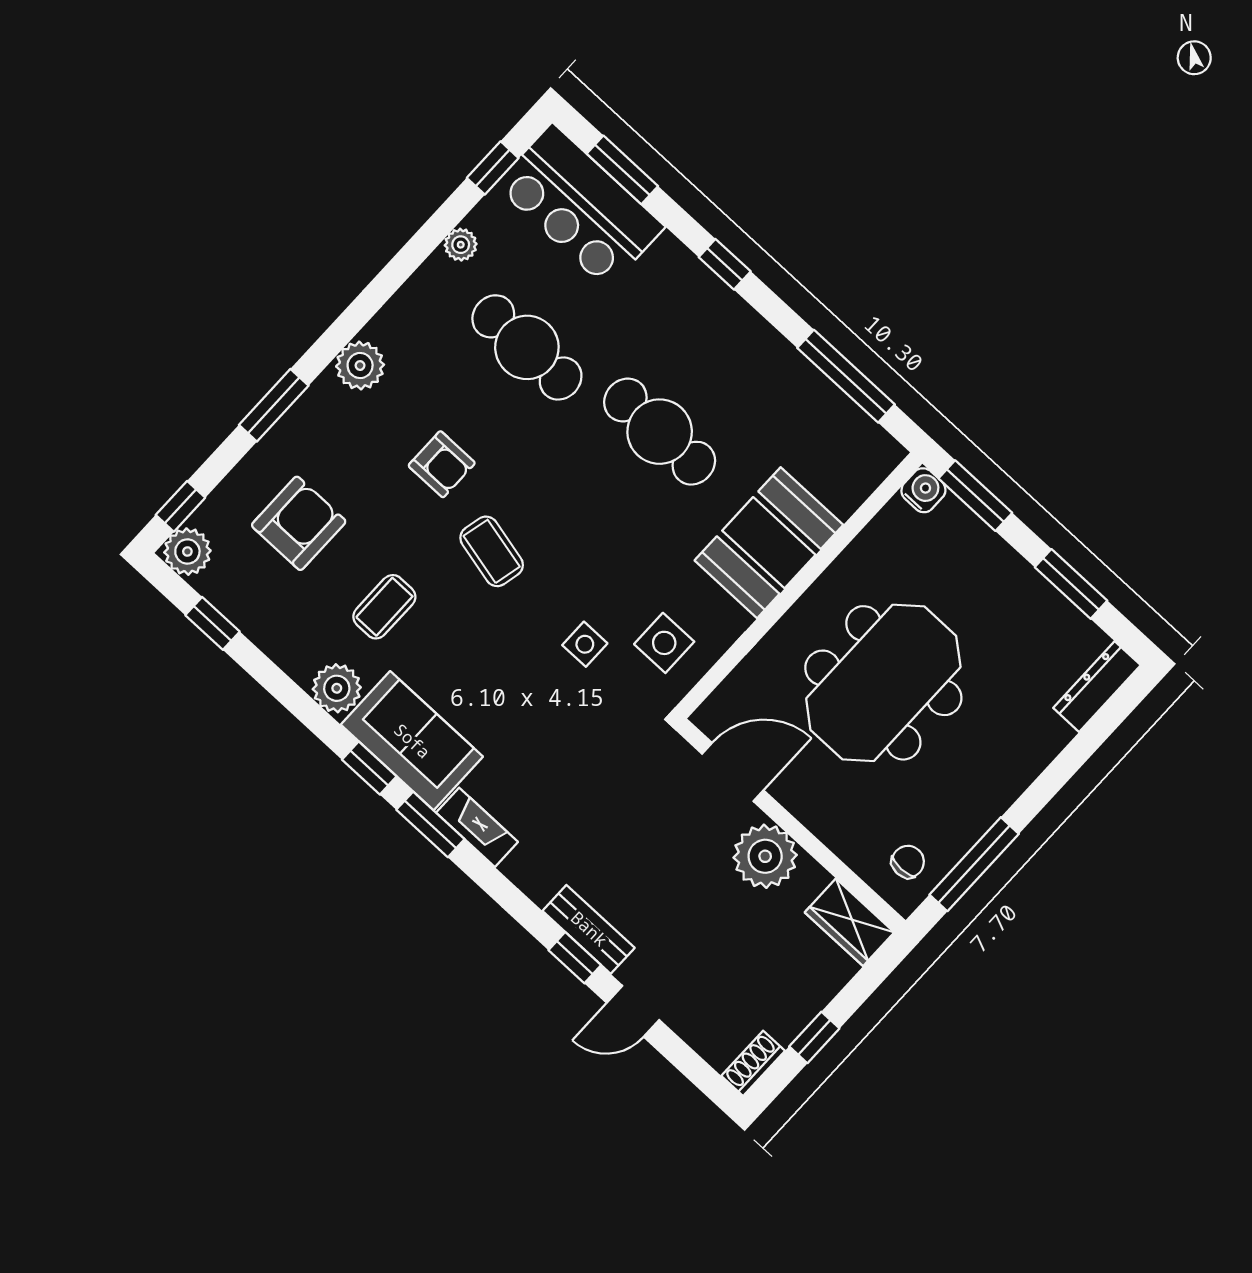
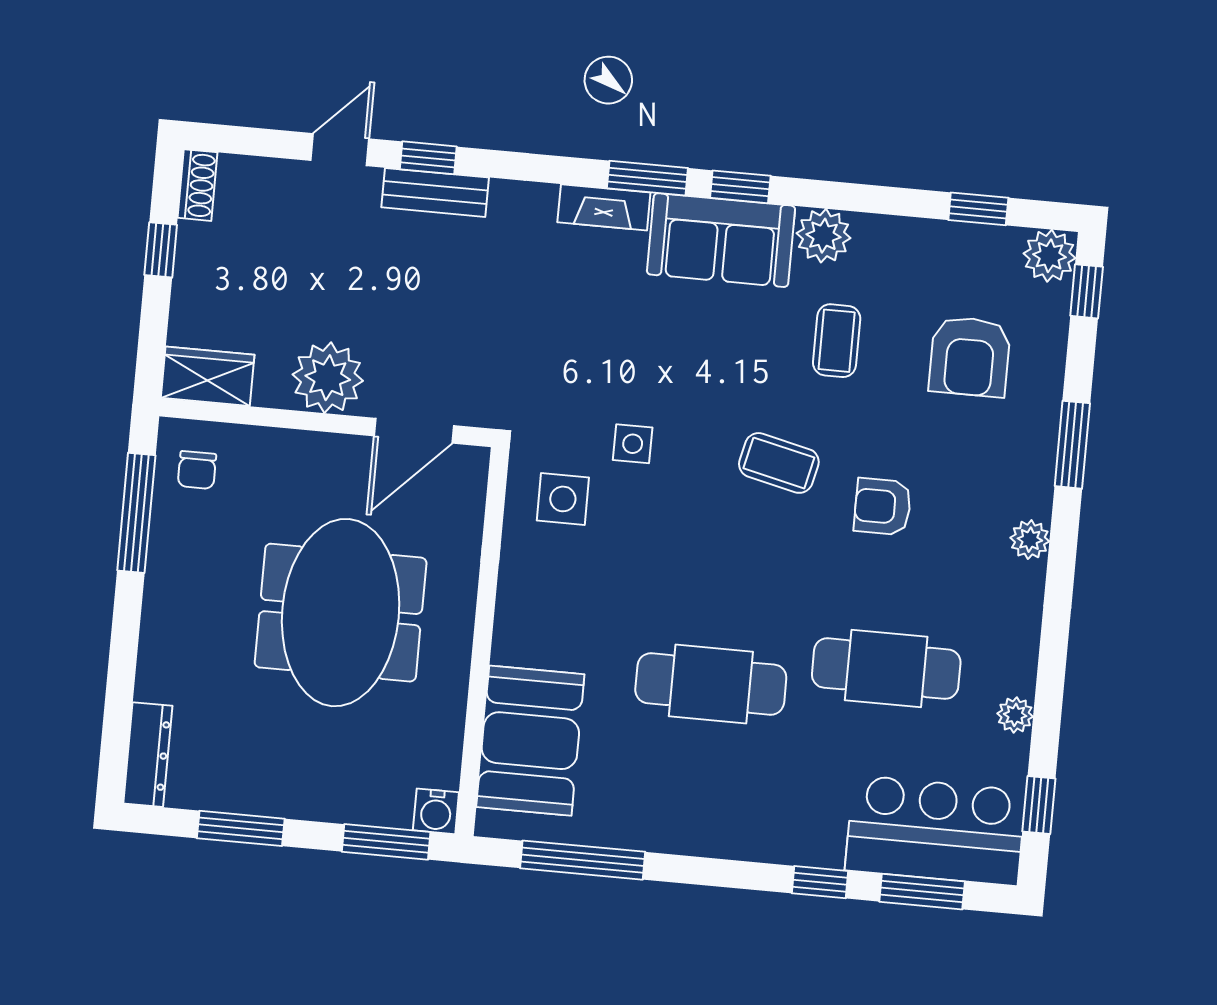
window: (725, 264) -> (820, 882), moved
plant: (360, 366) -> (1030, 540), width x0.73, depth x0.73
booth: (769, 543) -> (530, 741), moved

